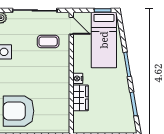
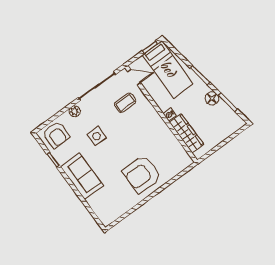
floor lamp: (123, 91) -> (212, 98), added
wardrobe: (80, 98) -> (186, 133), width x1.50

